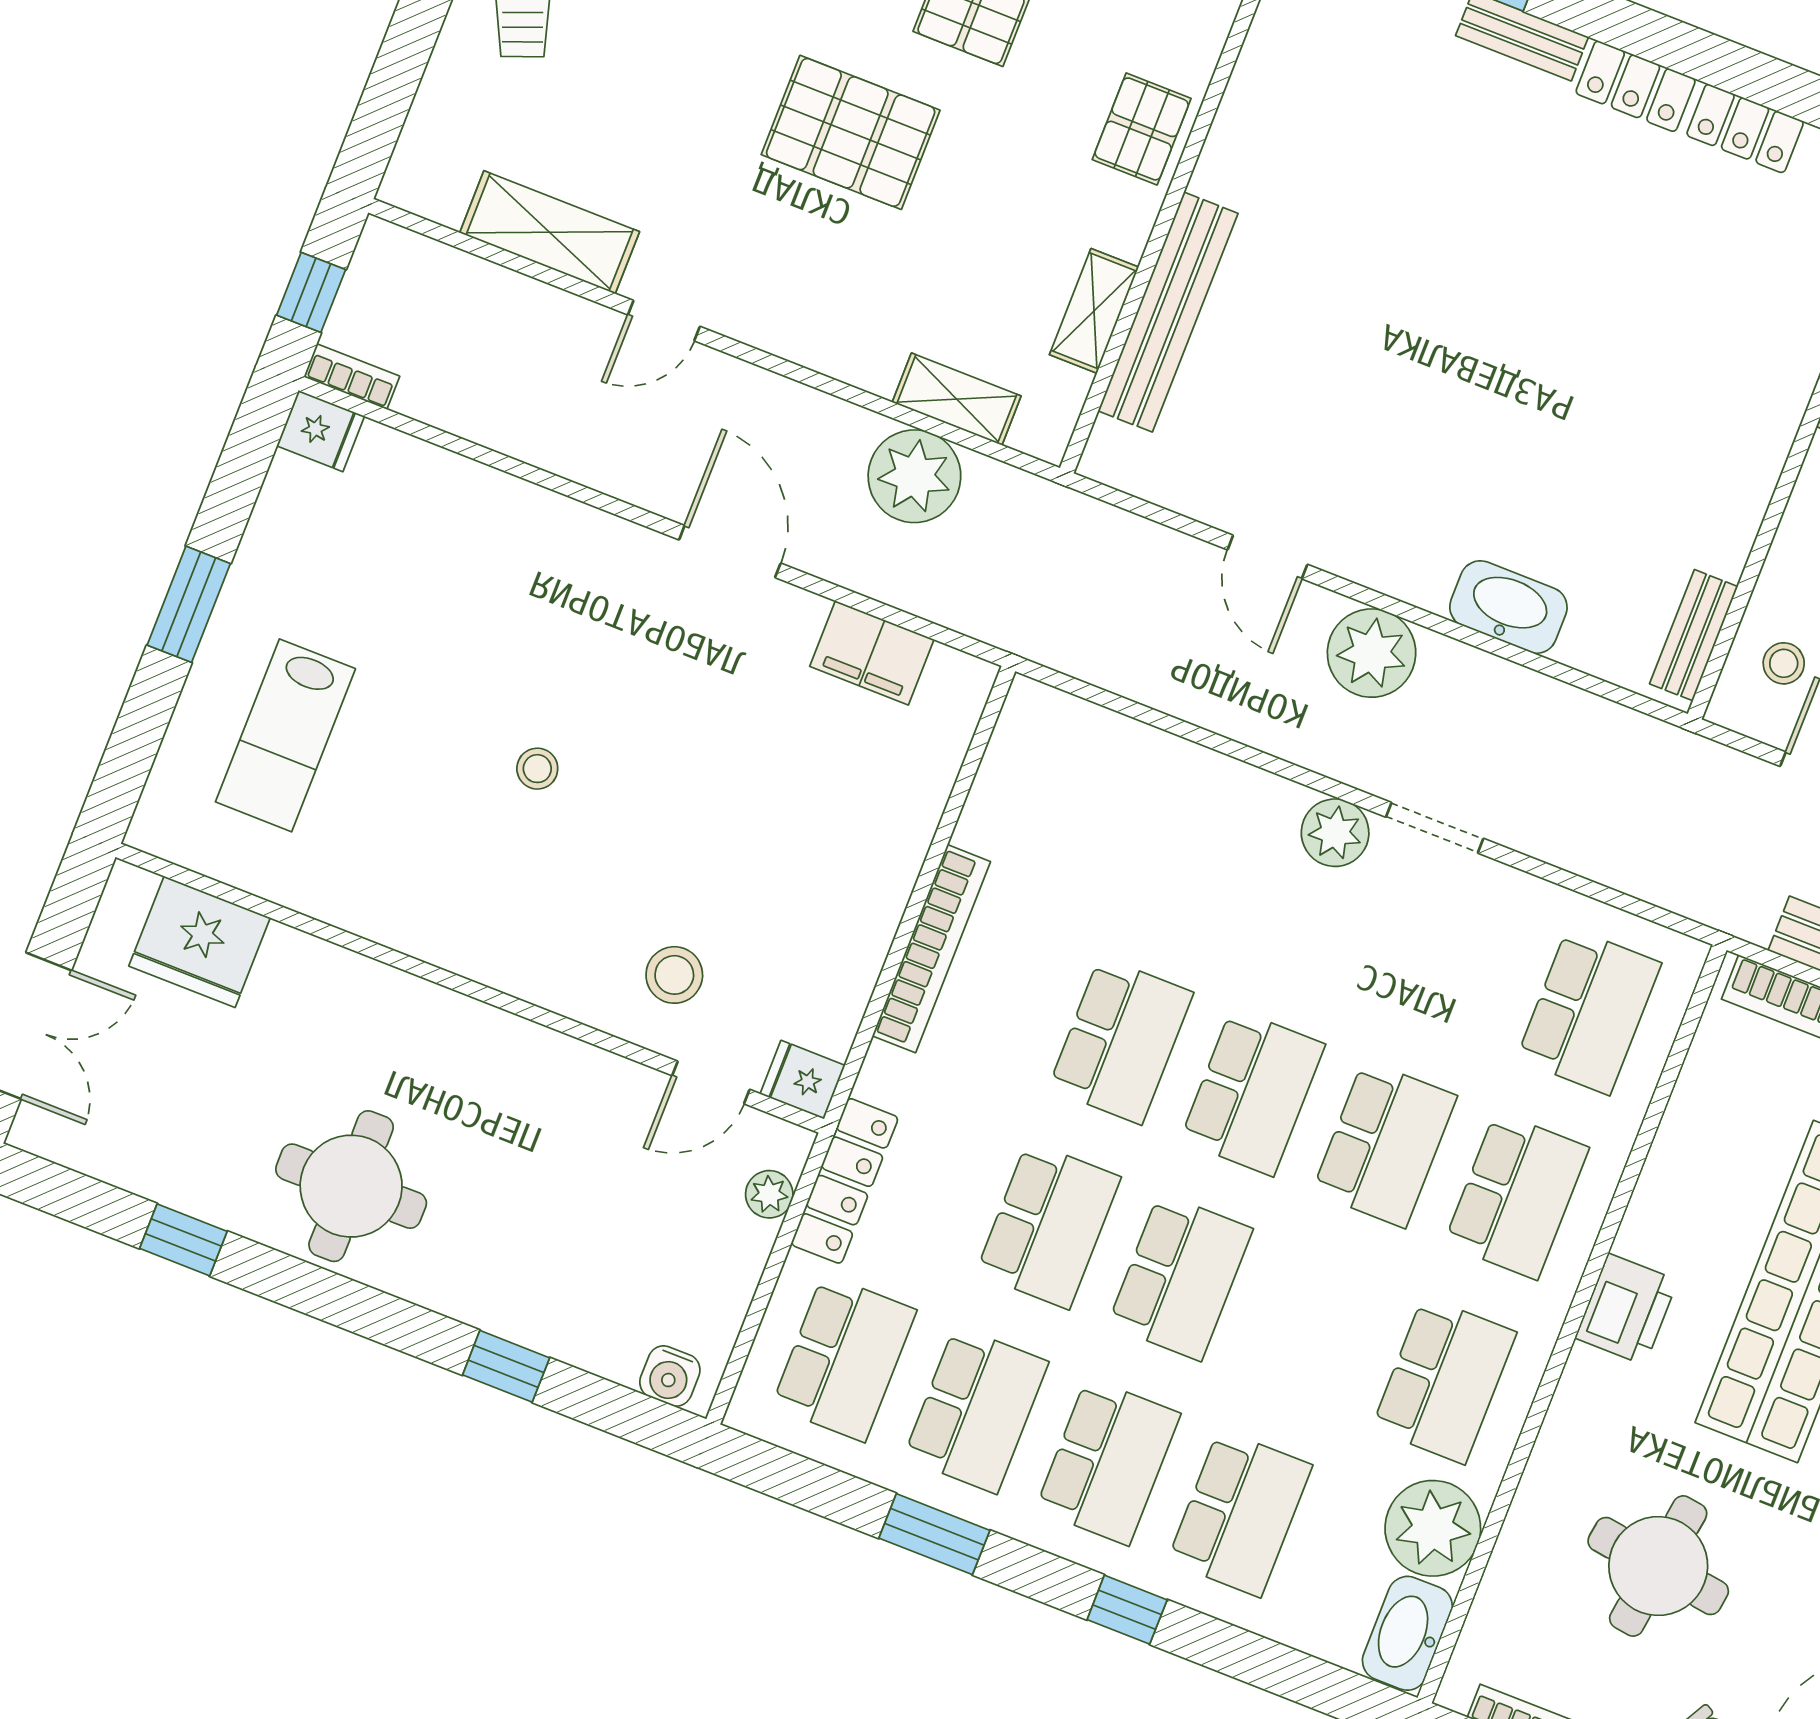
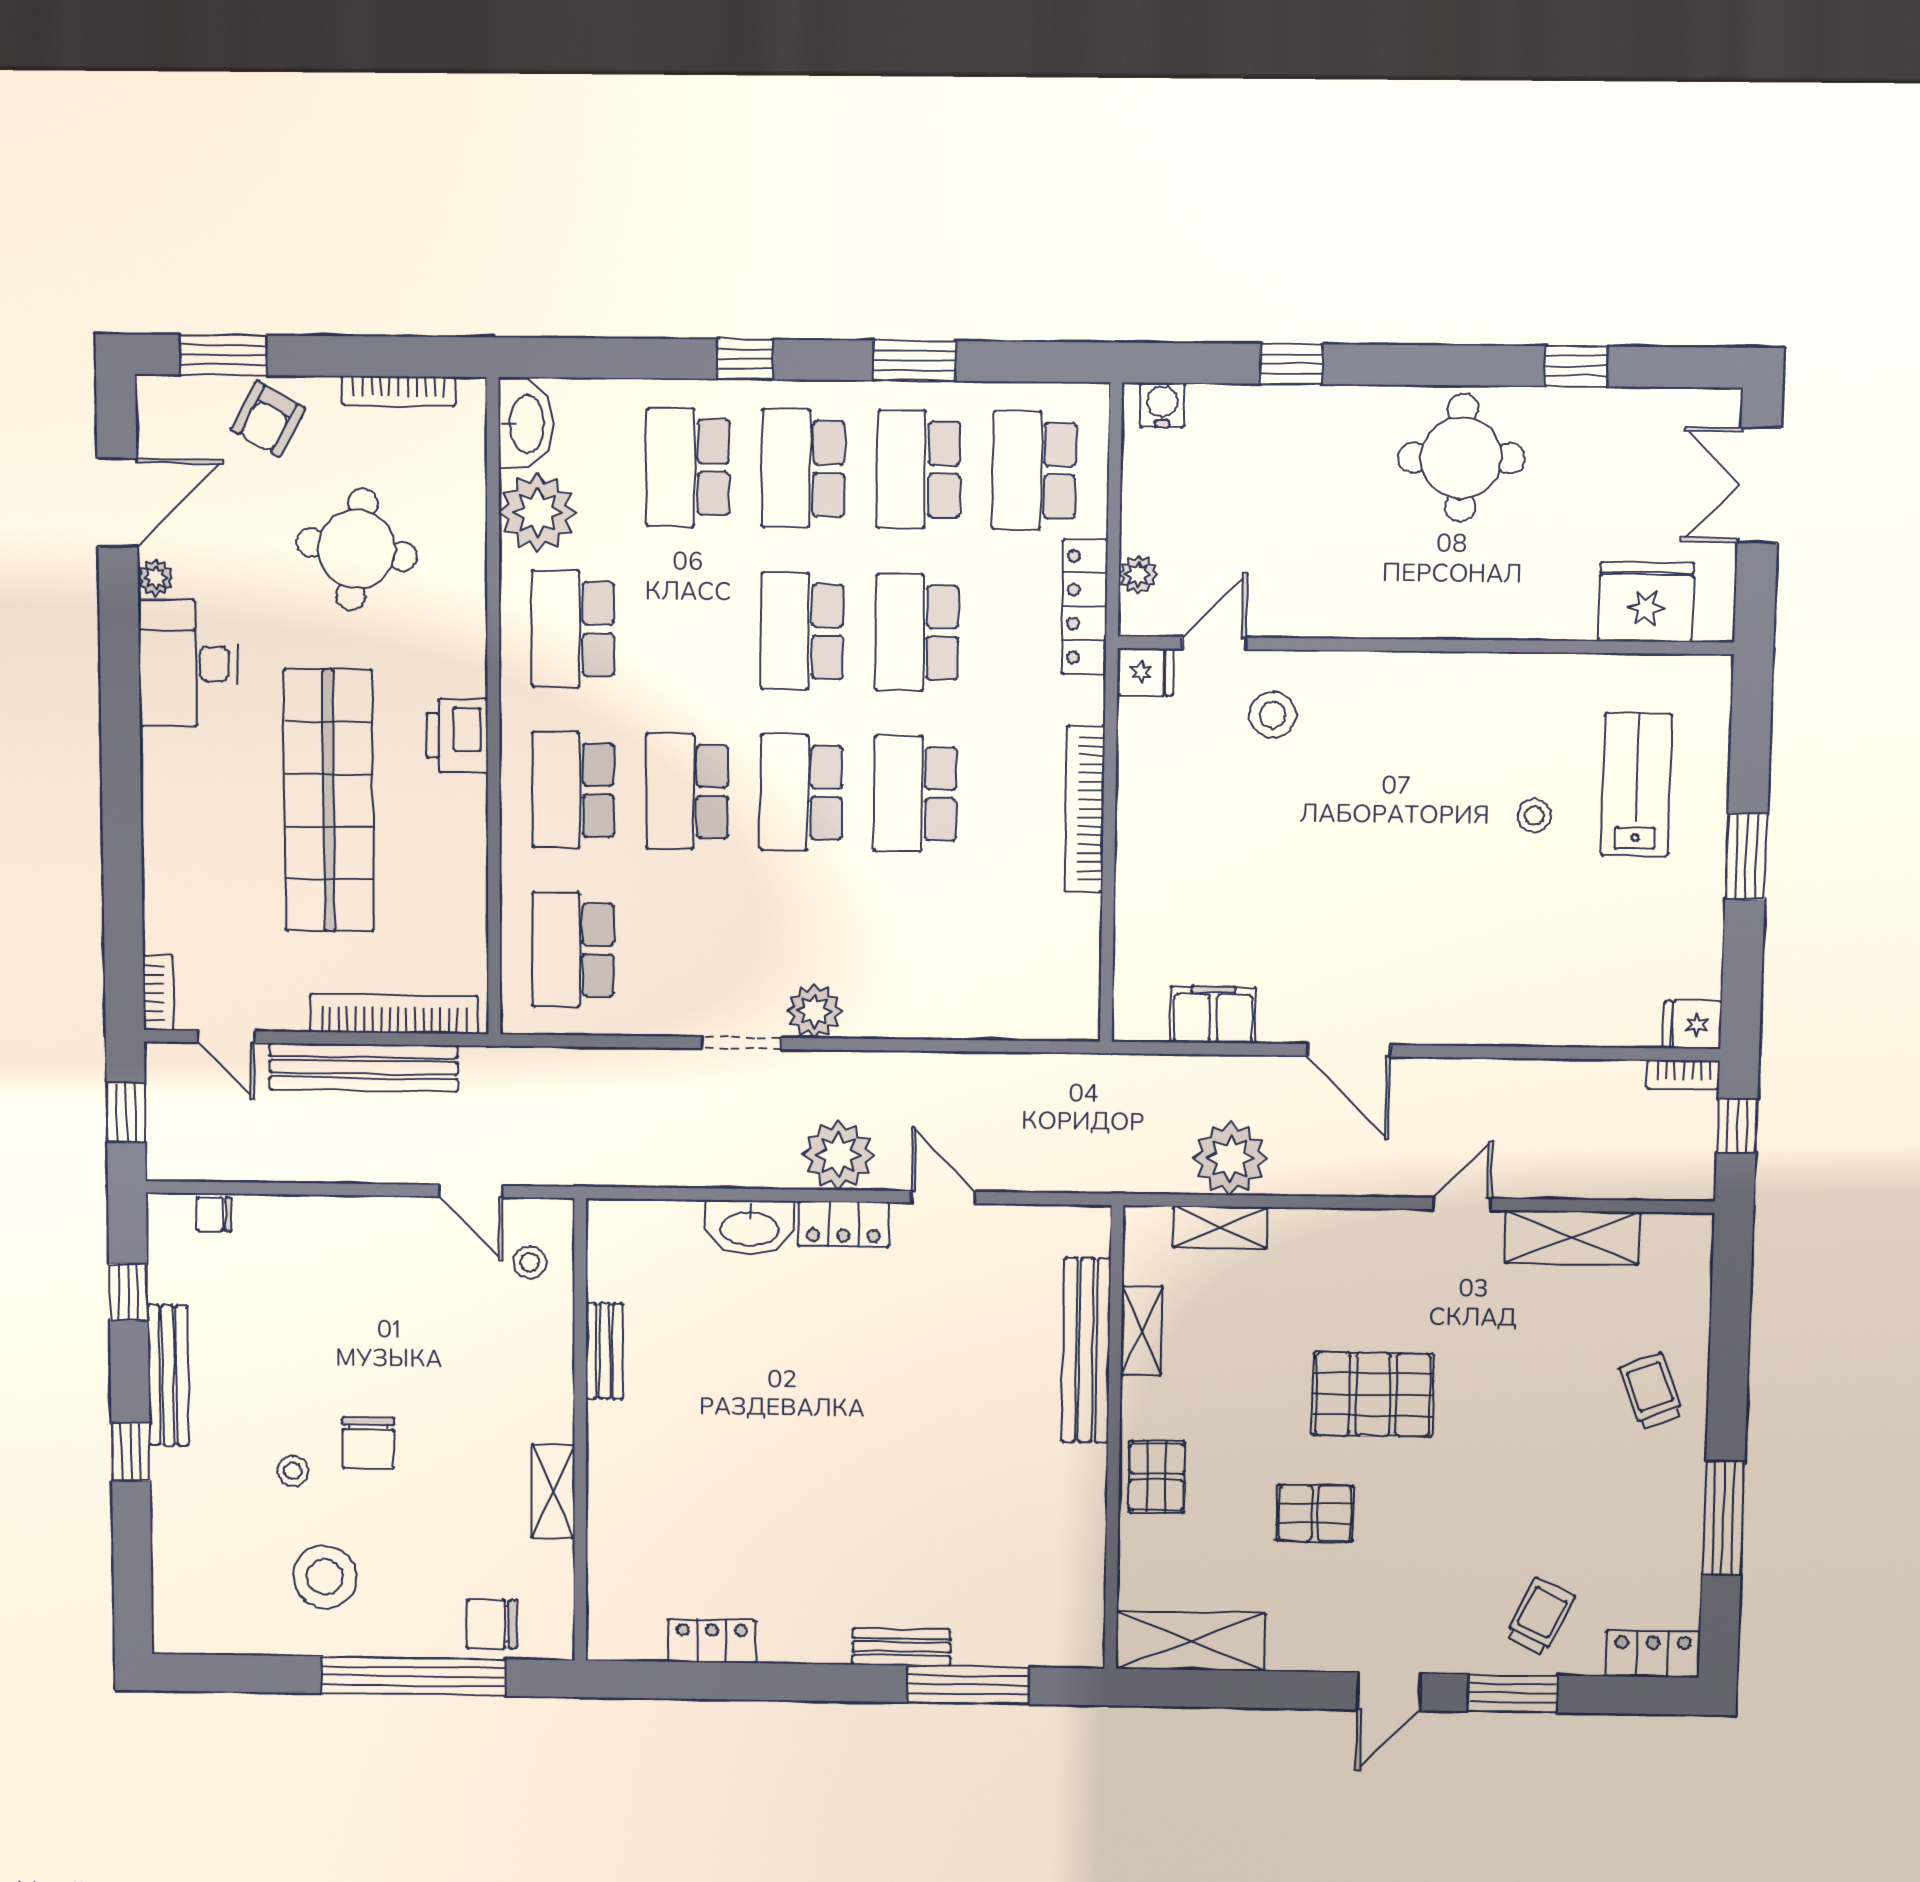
locker: (1636, 86) -> (843, 1224), moved, turned 180
bench: (1694, 635) -> (604, 1351), moved
stool: (537, 769) -> (1534, 816), moved

